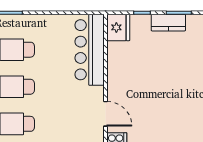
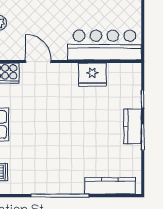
fridge: (118, 27) -> (92, 75), moved
door: (106, 114) -> (38, 61), swing flipped

